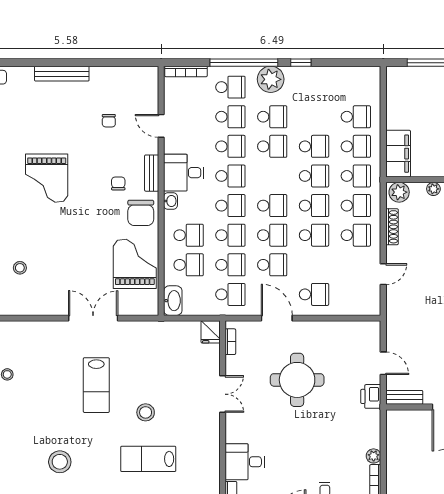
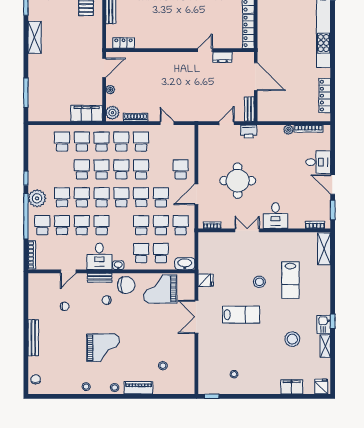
school desk: (230, 206) -> (102, 197), moved
fridge: (211, 332) -> (206, 280), moved
desk: (245, 462) -> (275, 216), moved

